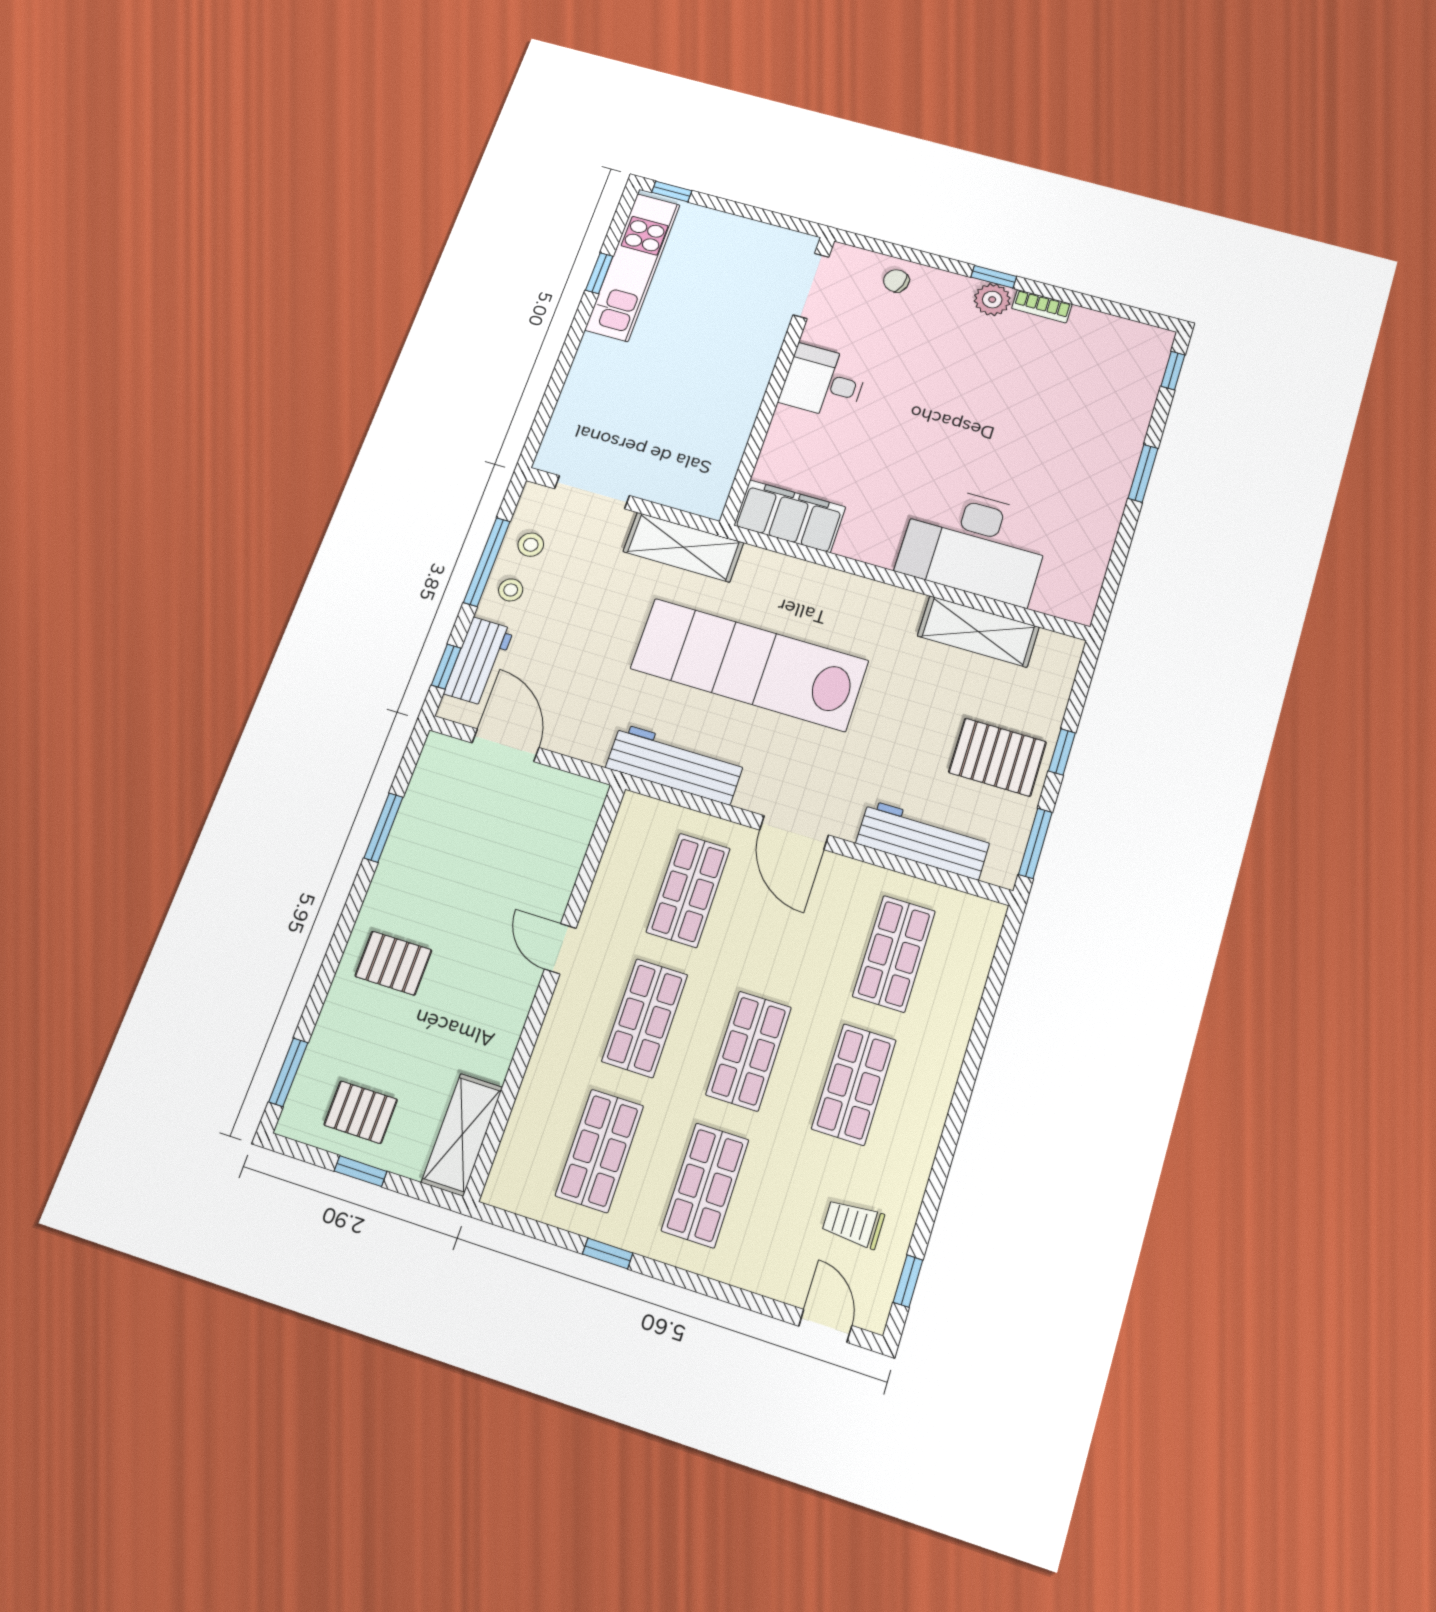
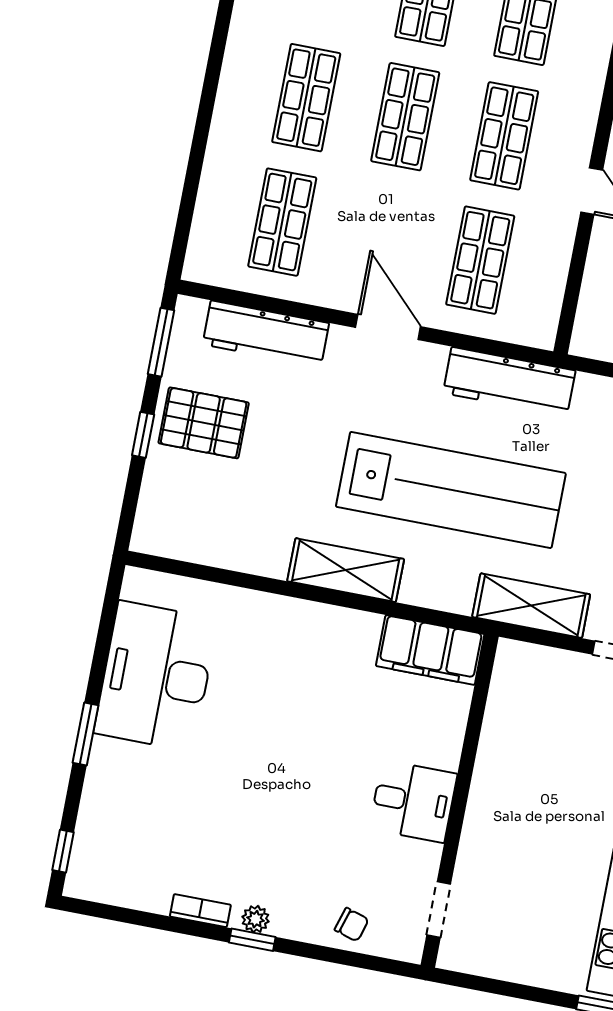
doorway: (811, 286) -> (439, 910), width x0.73
plant: (992, 300) -> (256, 919), width x0.73, depth x0.73
desk: (974, 544) -> (156, 676), moved, turned -90
shelving: (978, 631) -> (346, 570), moved

